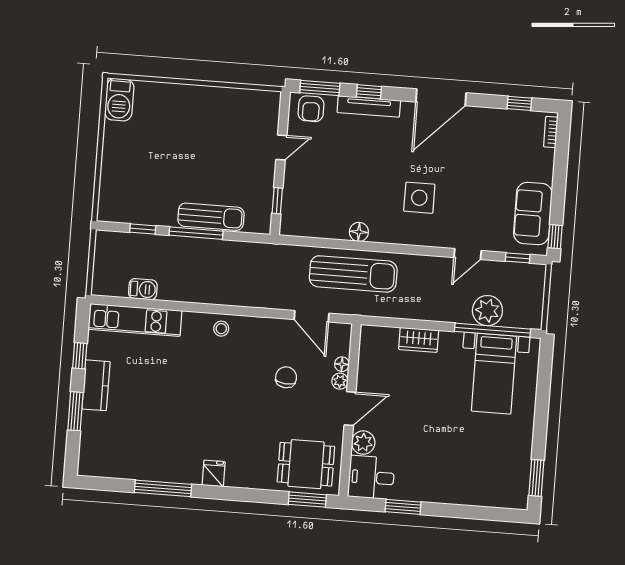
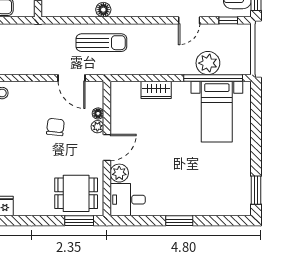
sun lounger: (353, 274) -> (101, 43), width x0.73, depth x0.75
window: (403, 507) -> (179, 221), moved

